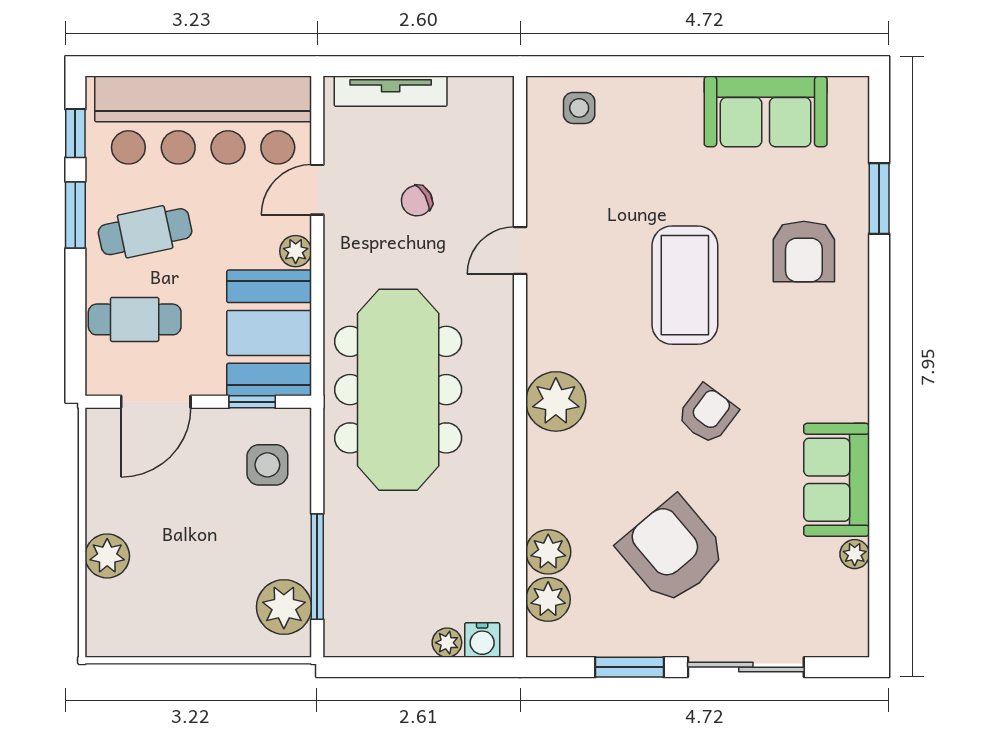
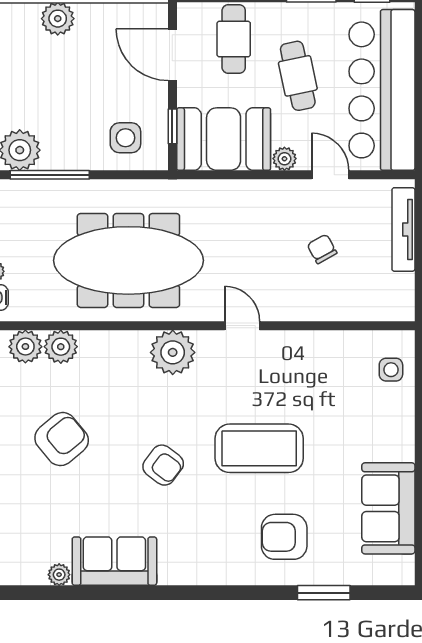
cafe table: (145, 232) -> (298, 76), moved
door: (520, 251) -> (242, 326), moved
meeting table: (398, 390) -> (128, 260), moved
armchair: (672, 551) -> (62, 439), width x0.73, depth x0.73

